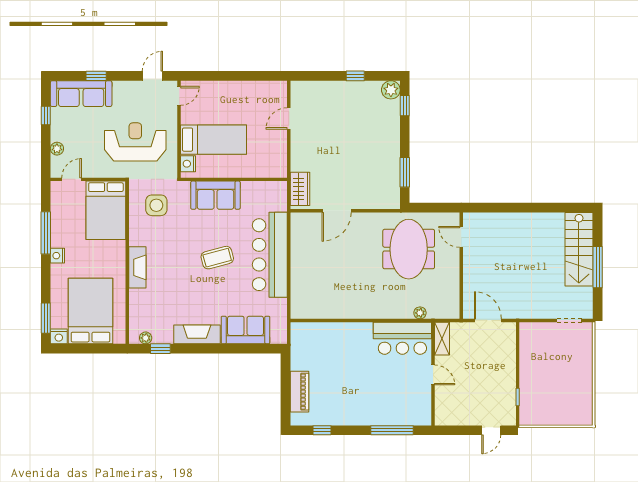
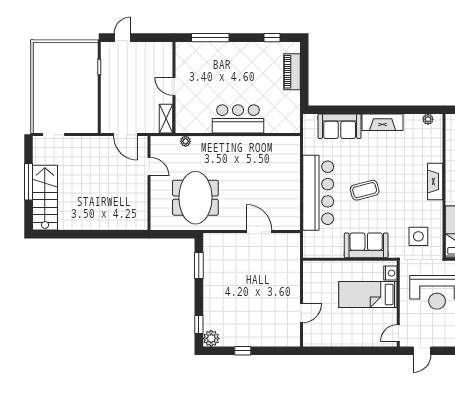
wardrobe: (300, 189) -> (291, 251), removed
door: (337, 211) -> (259, 232), hinge flipped
door: (461, 237) -> (149, 167), moved
bar counter: (402, 338) -> (238, 119), moved
window: (160, 349) -> (415, 110), removed

